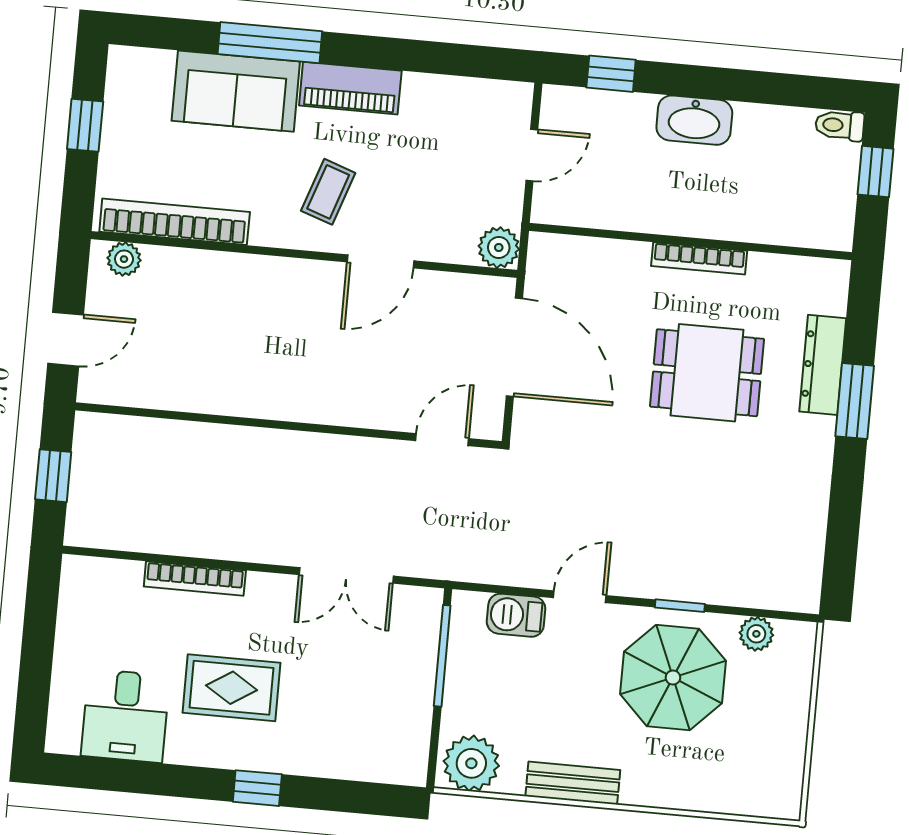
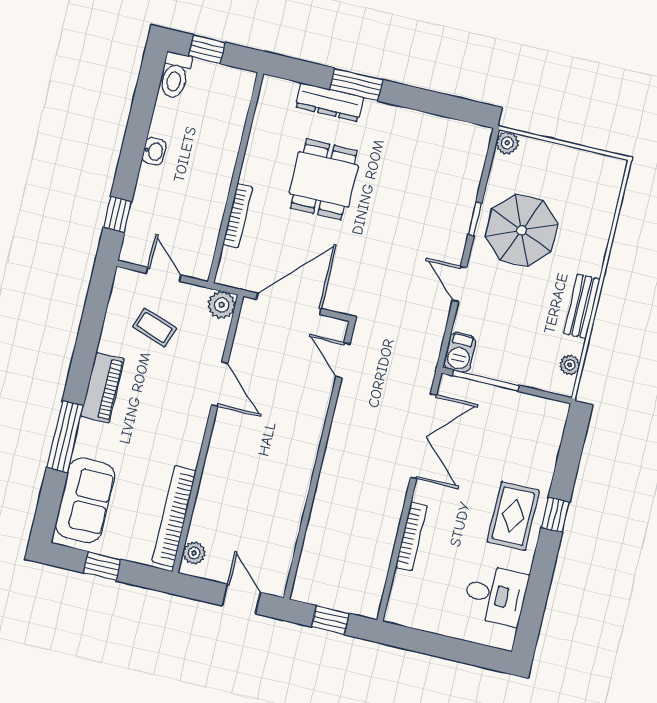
sofa: (236, 91) -> (85, 500), moved
washbasin: (694, 120) -> (154, 151), width x0.52, depth x0.69
toilet: (840, 125) -> (175, 75), width x1.37, depth x1.39
coffee table: (328, 192) -> (155, 327), moved
bookcase: (699, 258) -> (238, 216), moved
double door: (346, 575) -> (424, 436), width x1.37
barbecue: (516, 615) -> (460, 352), moved
plant: (756, 634) -> (507, 143), moved
rug: (232, 688) -> (513, 516), moved
plant: (471, 763) -> (570, 365), width x0.53, depth x0.53

